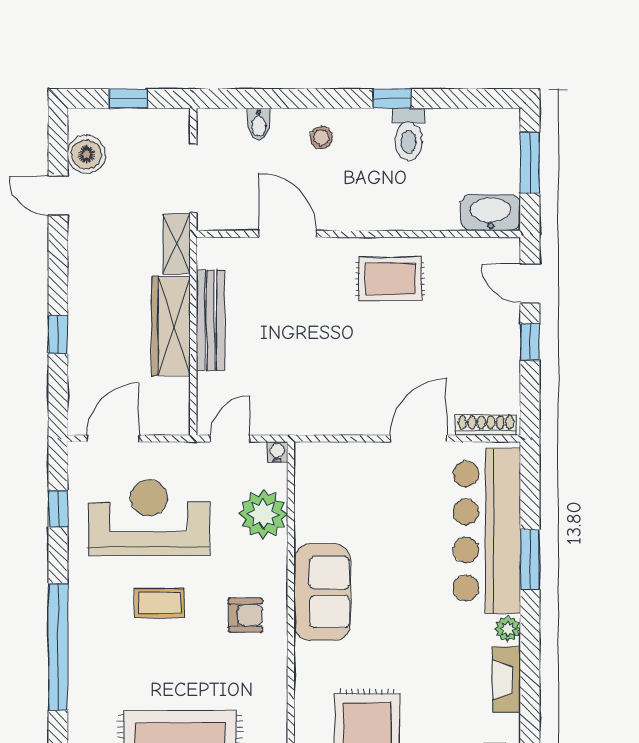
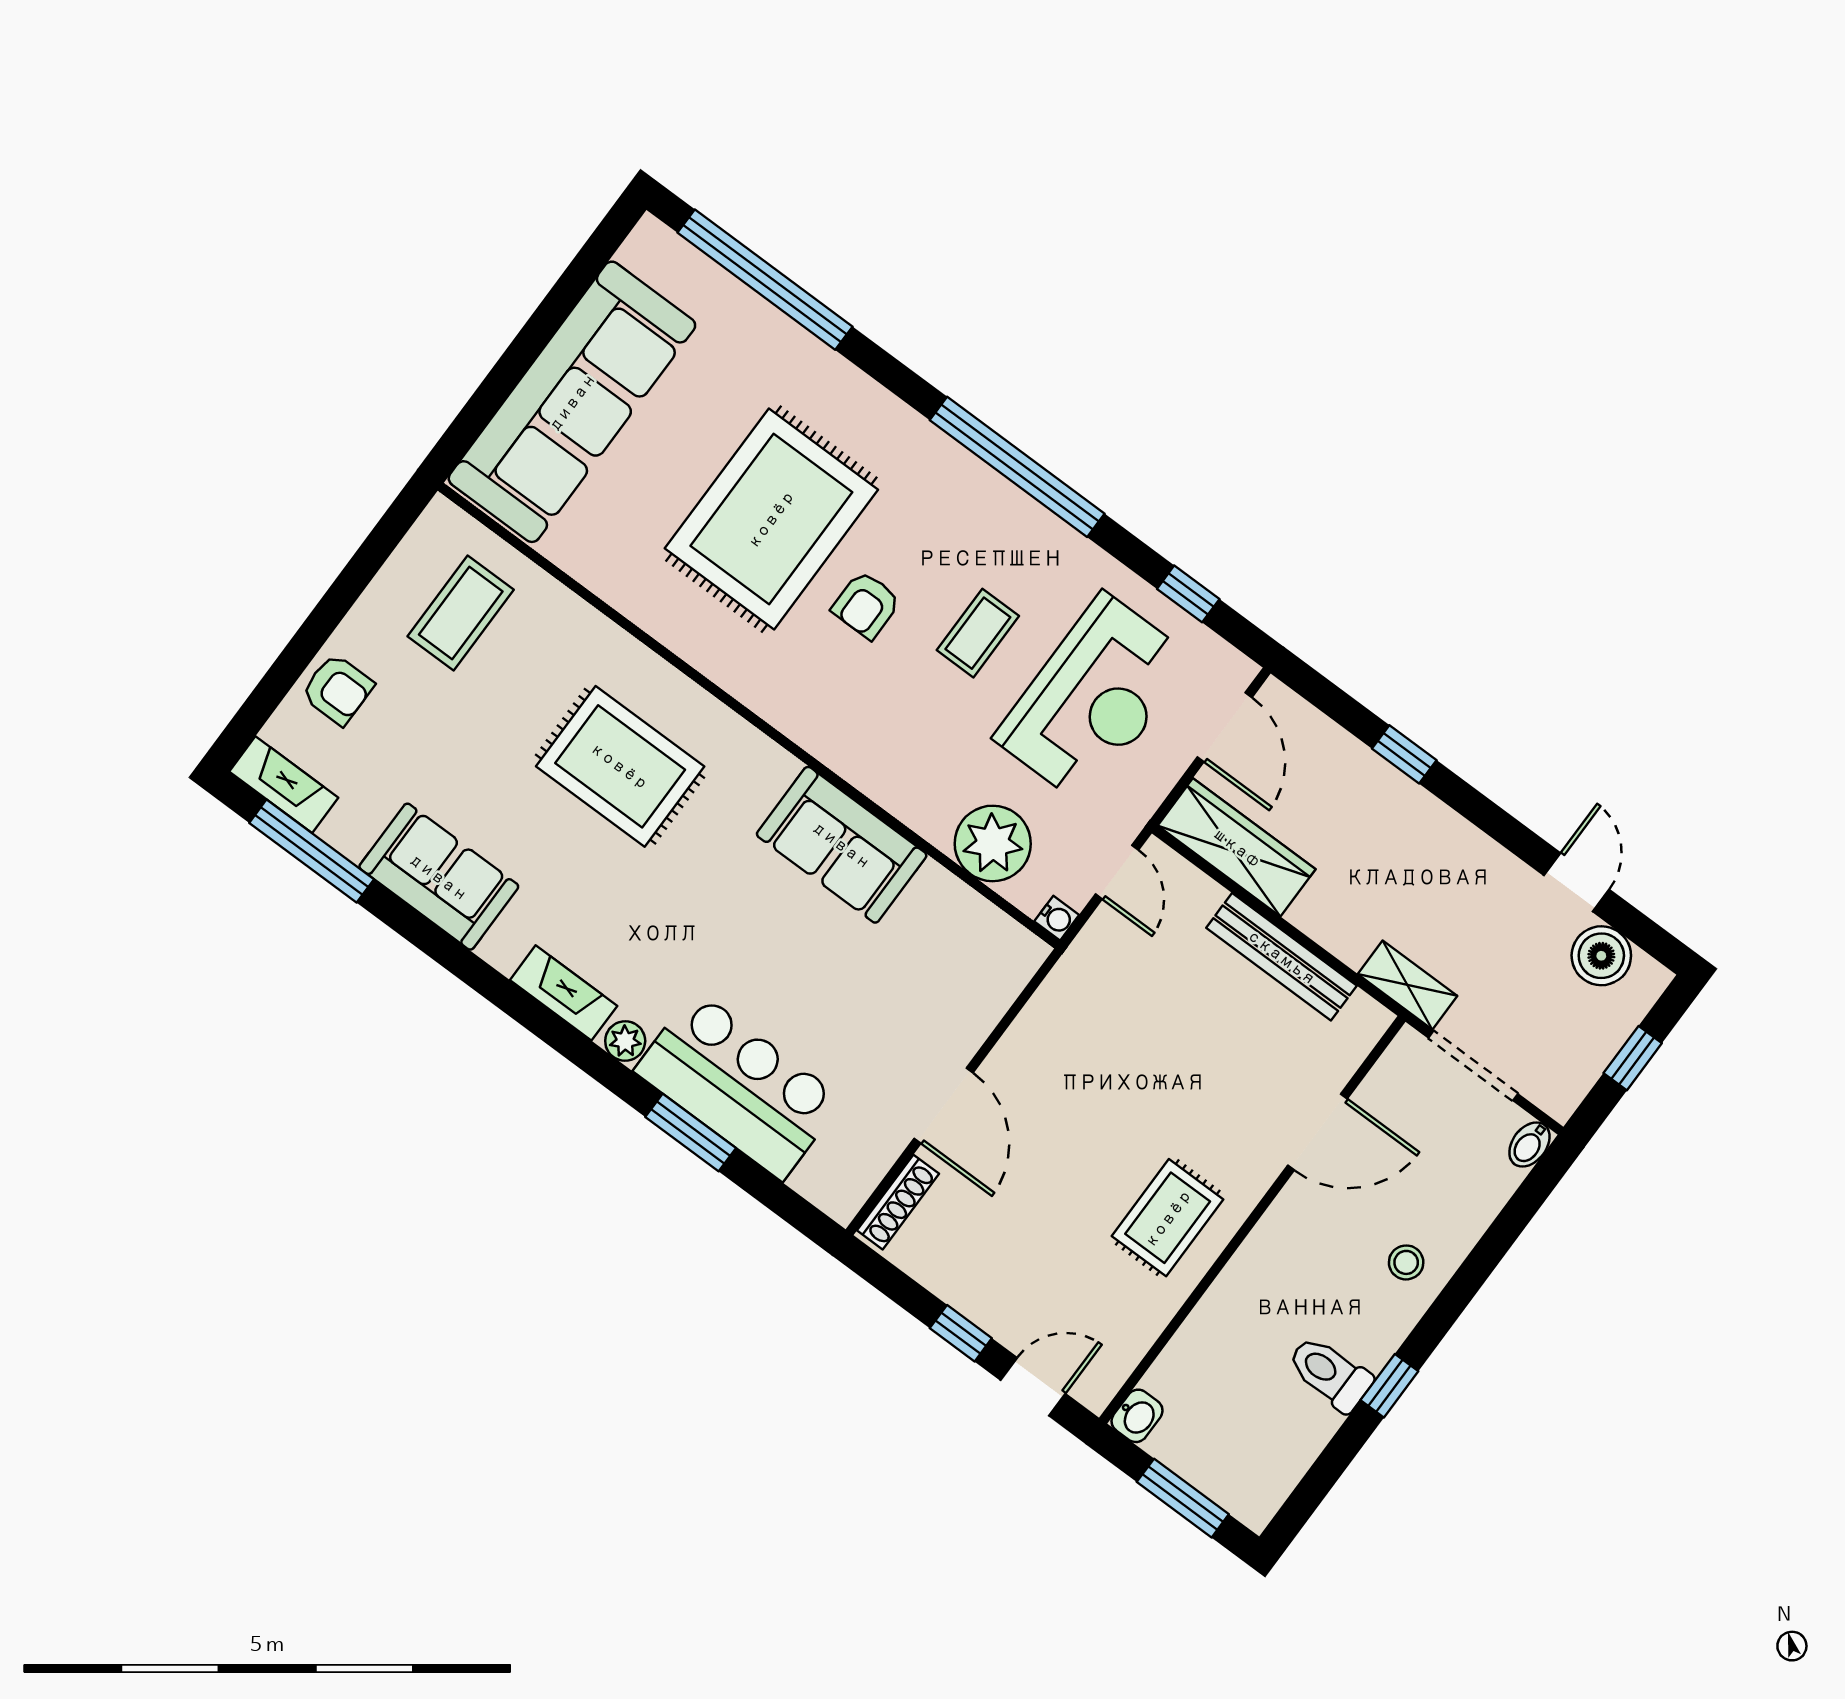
bidet: (259, 124) -> (1529, 1145), moved, turned -90
door: (58, 196) -> (1577, 882), hinge flipped
washbasin: (491, 213) -> (1137, 1416), width x0.52, depth x0.69
wardrobe: (171, 326) -> (1237, 847), moved
bar counter: (487, 531) -> (739, 1085), width x0.73
armchair: (245, 615) -> (866, 605), moved

